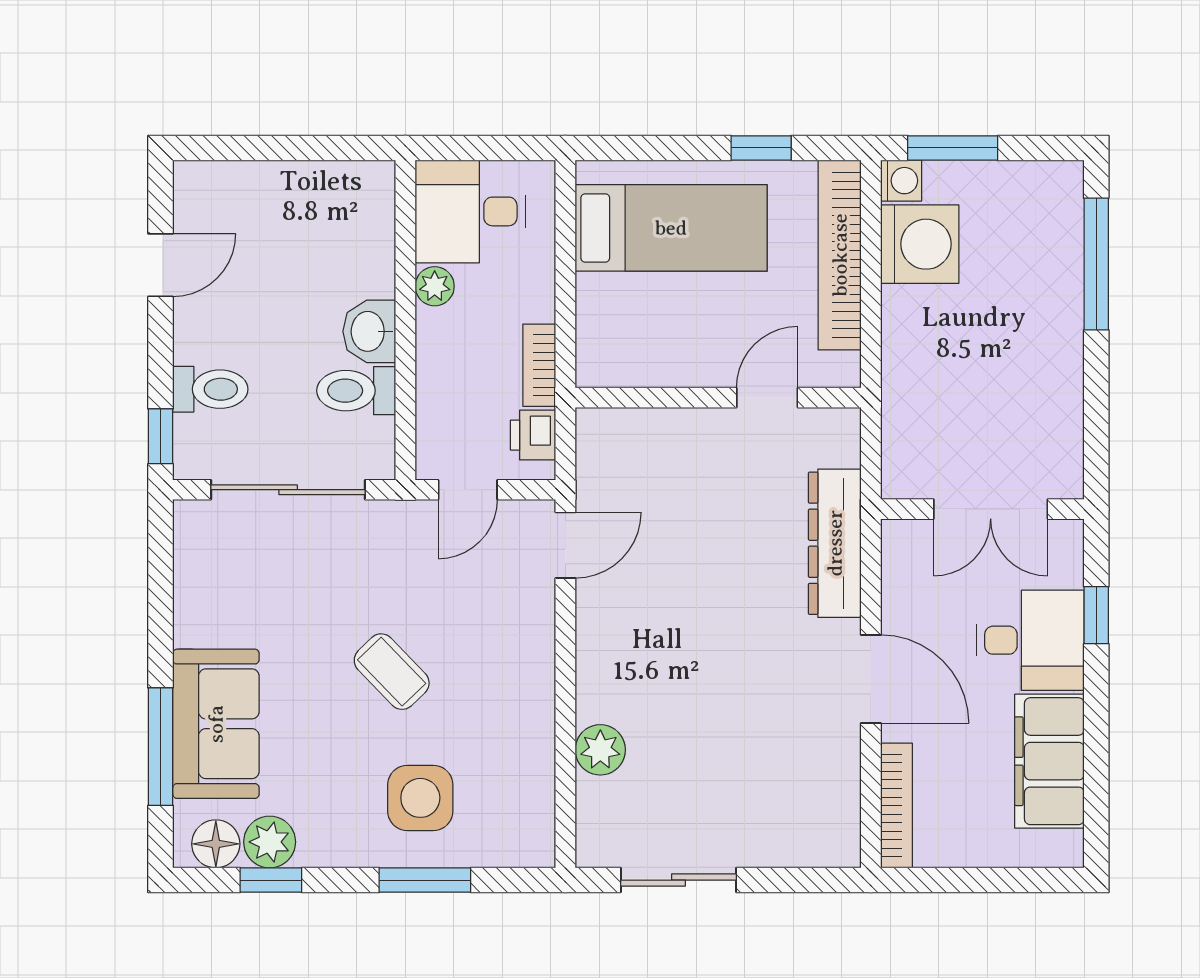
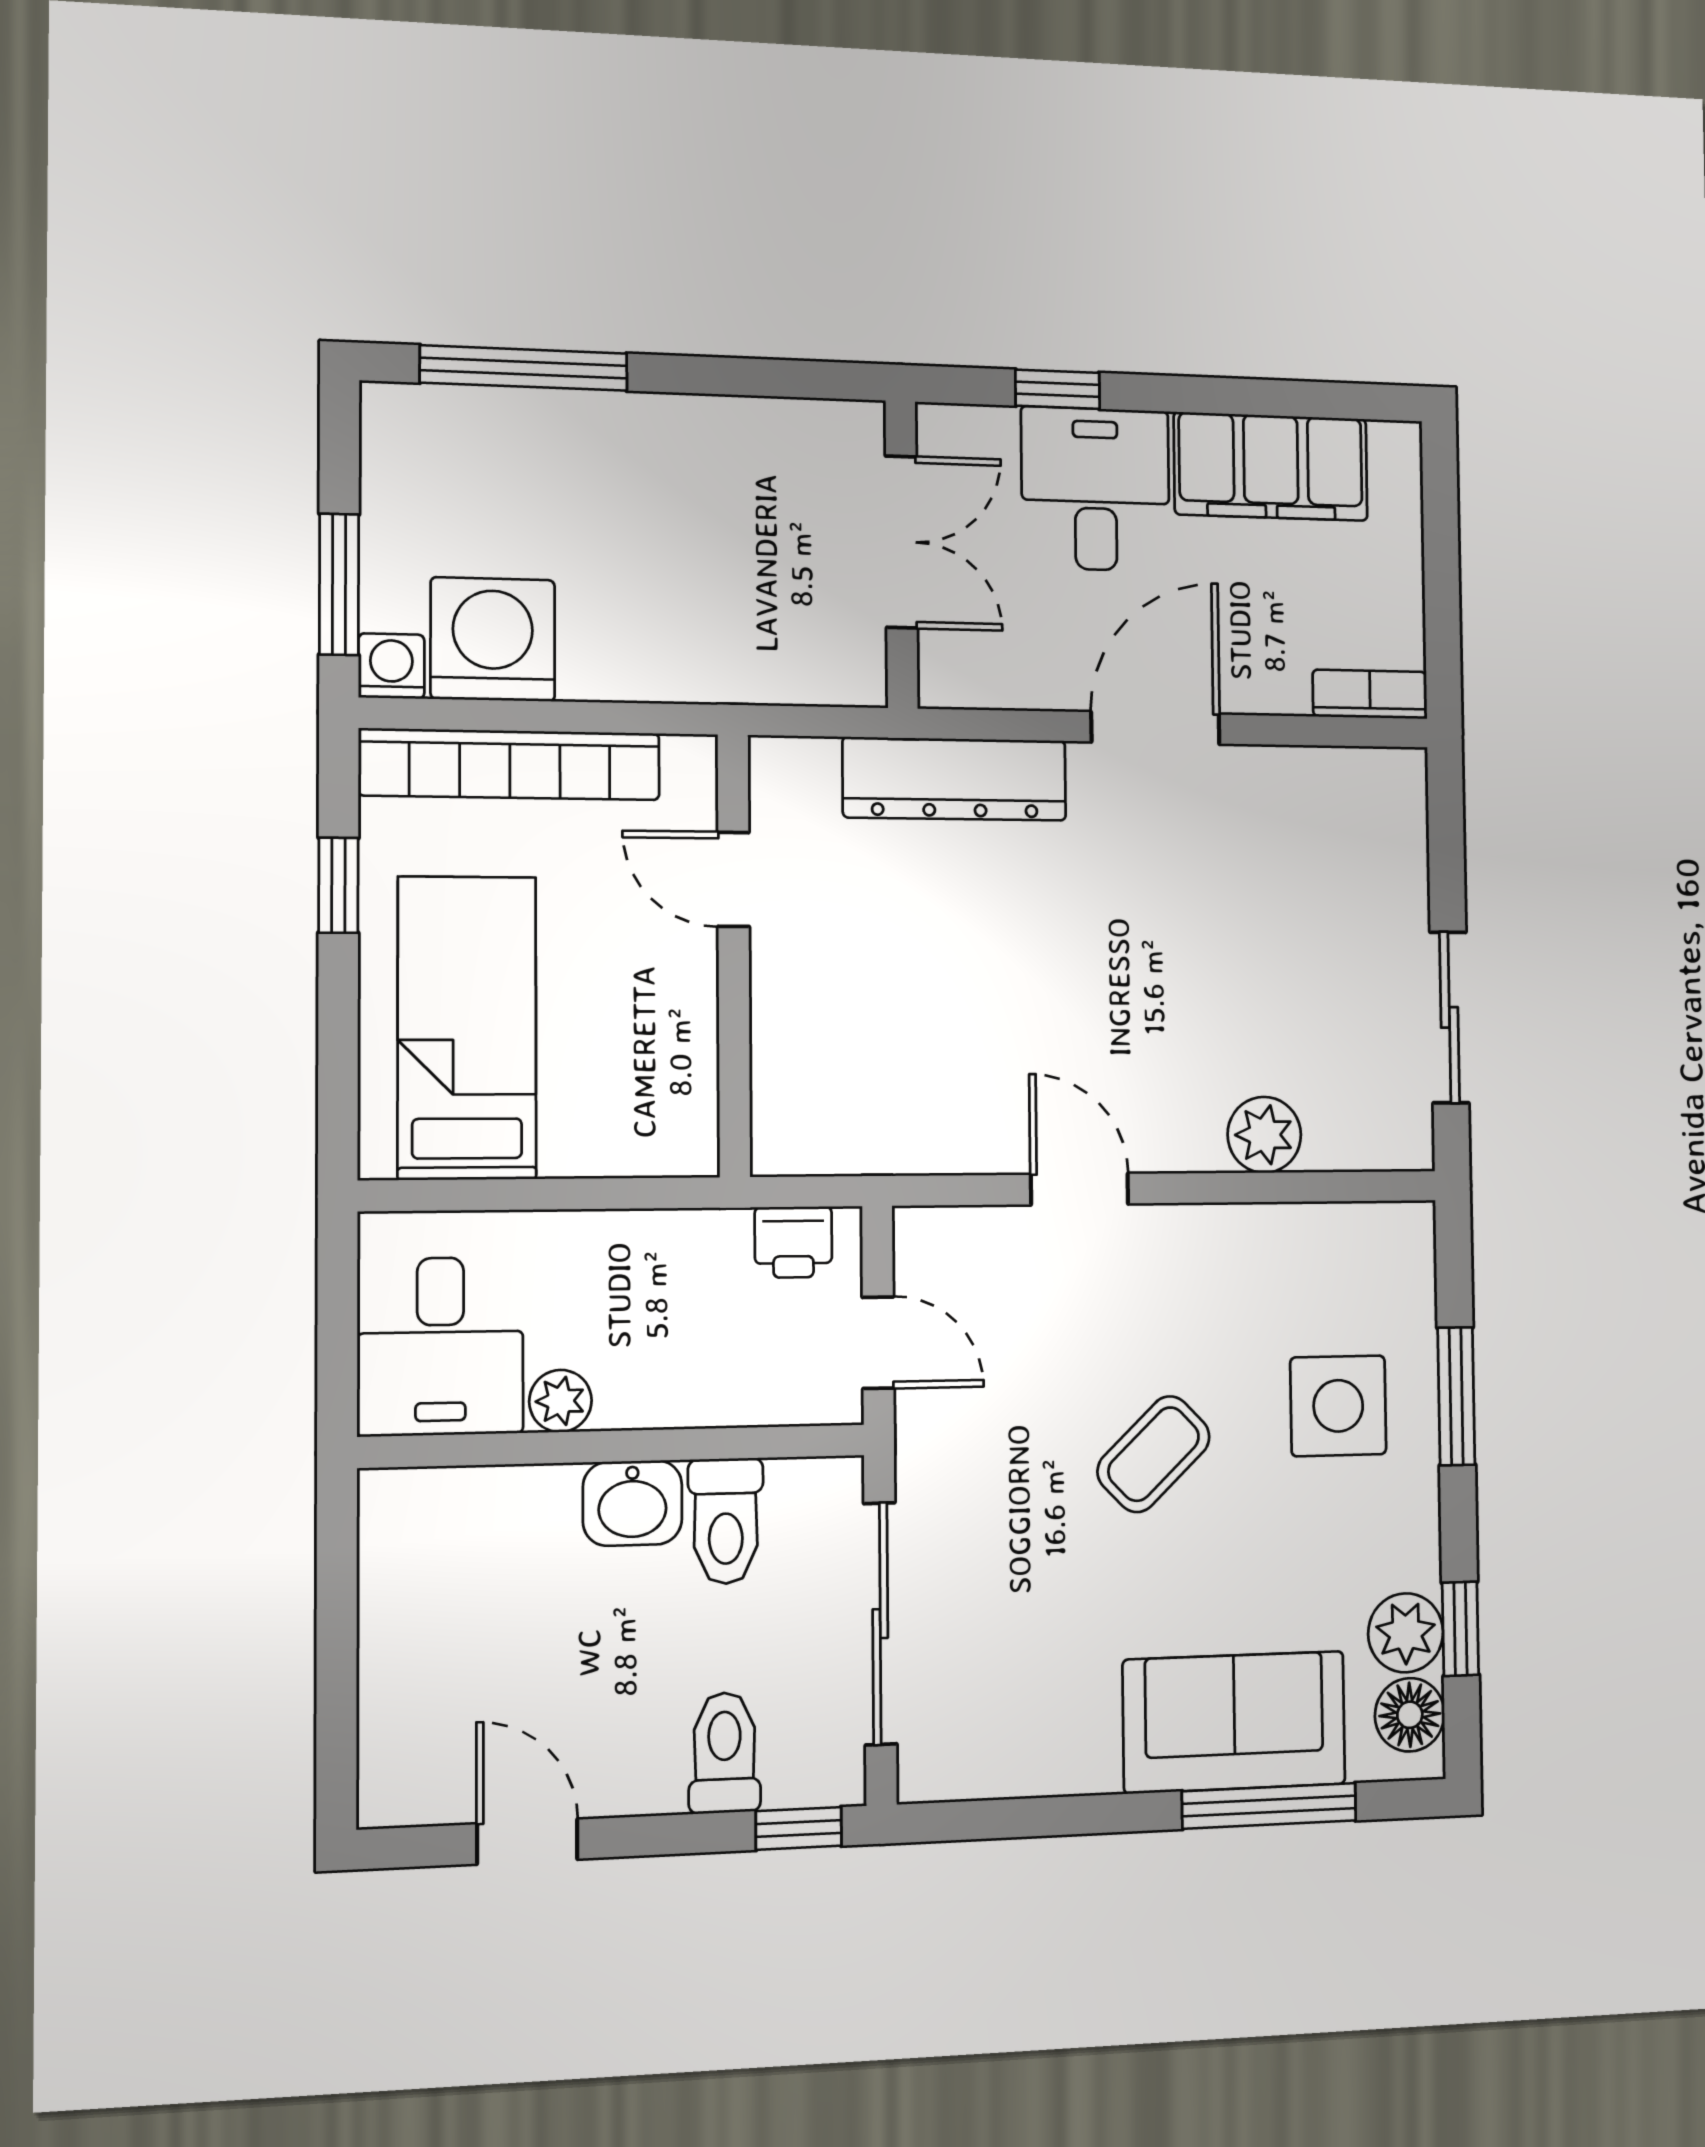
bookcase: (539, 365) -> (685, 1234), removed
door: (565, 545) -> (1080, 1189), moved
bookcase: (897, 806) -> (1370, 694), width x0.64

